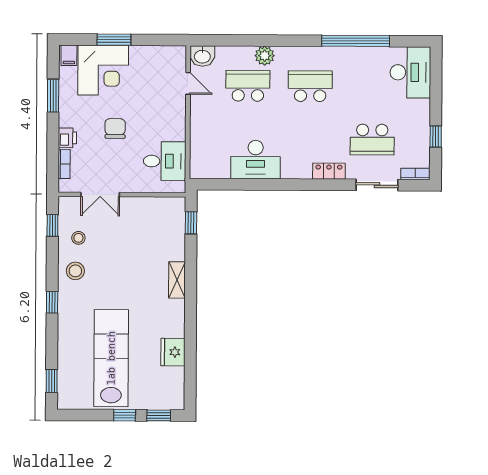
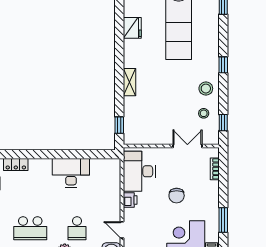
school desk: (248, 86) -> (77, 228), width x0.54
printer: (67, 138) -> (130, 200), moved, turned 180
desk: (165, 161) -> (139, 171), width x1.37

